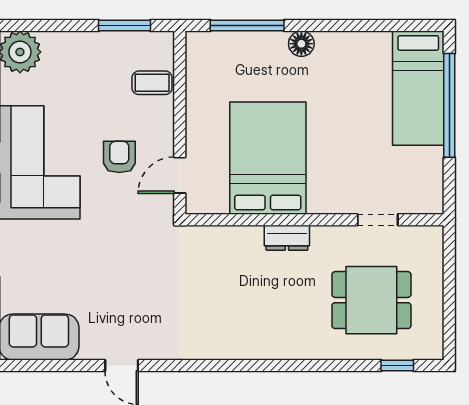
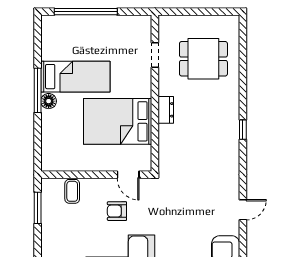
window: (247, 26) -> (38, 90), moved
bed: (418, 88) -> (75, 77), moved
dining table: (371, 300) -> (203, 59), turned 90
window: (397, 365) -> (243, 130), moved

